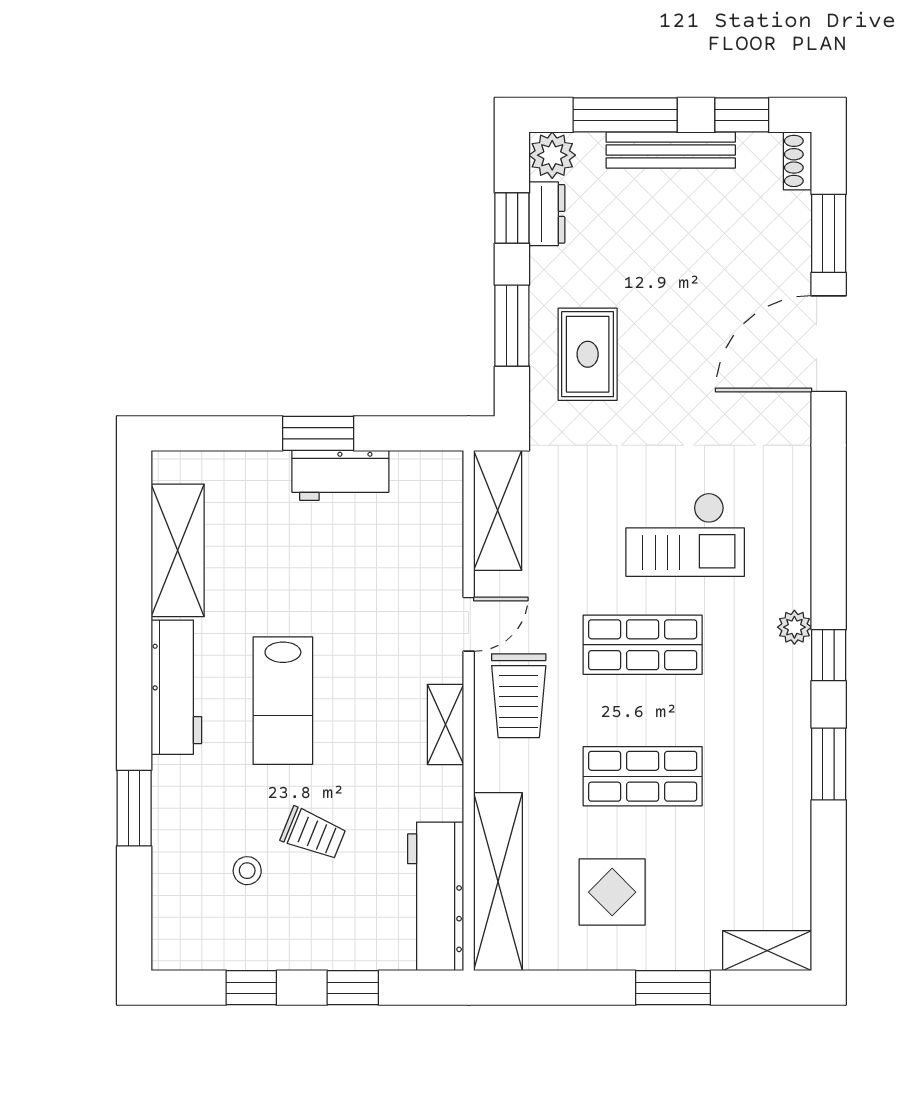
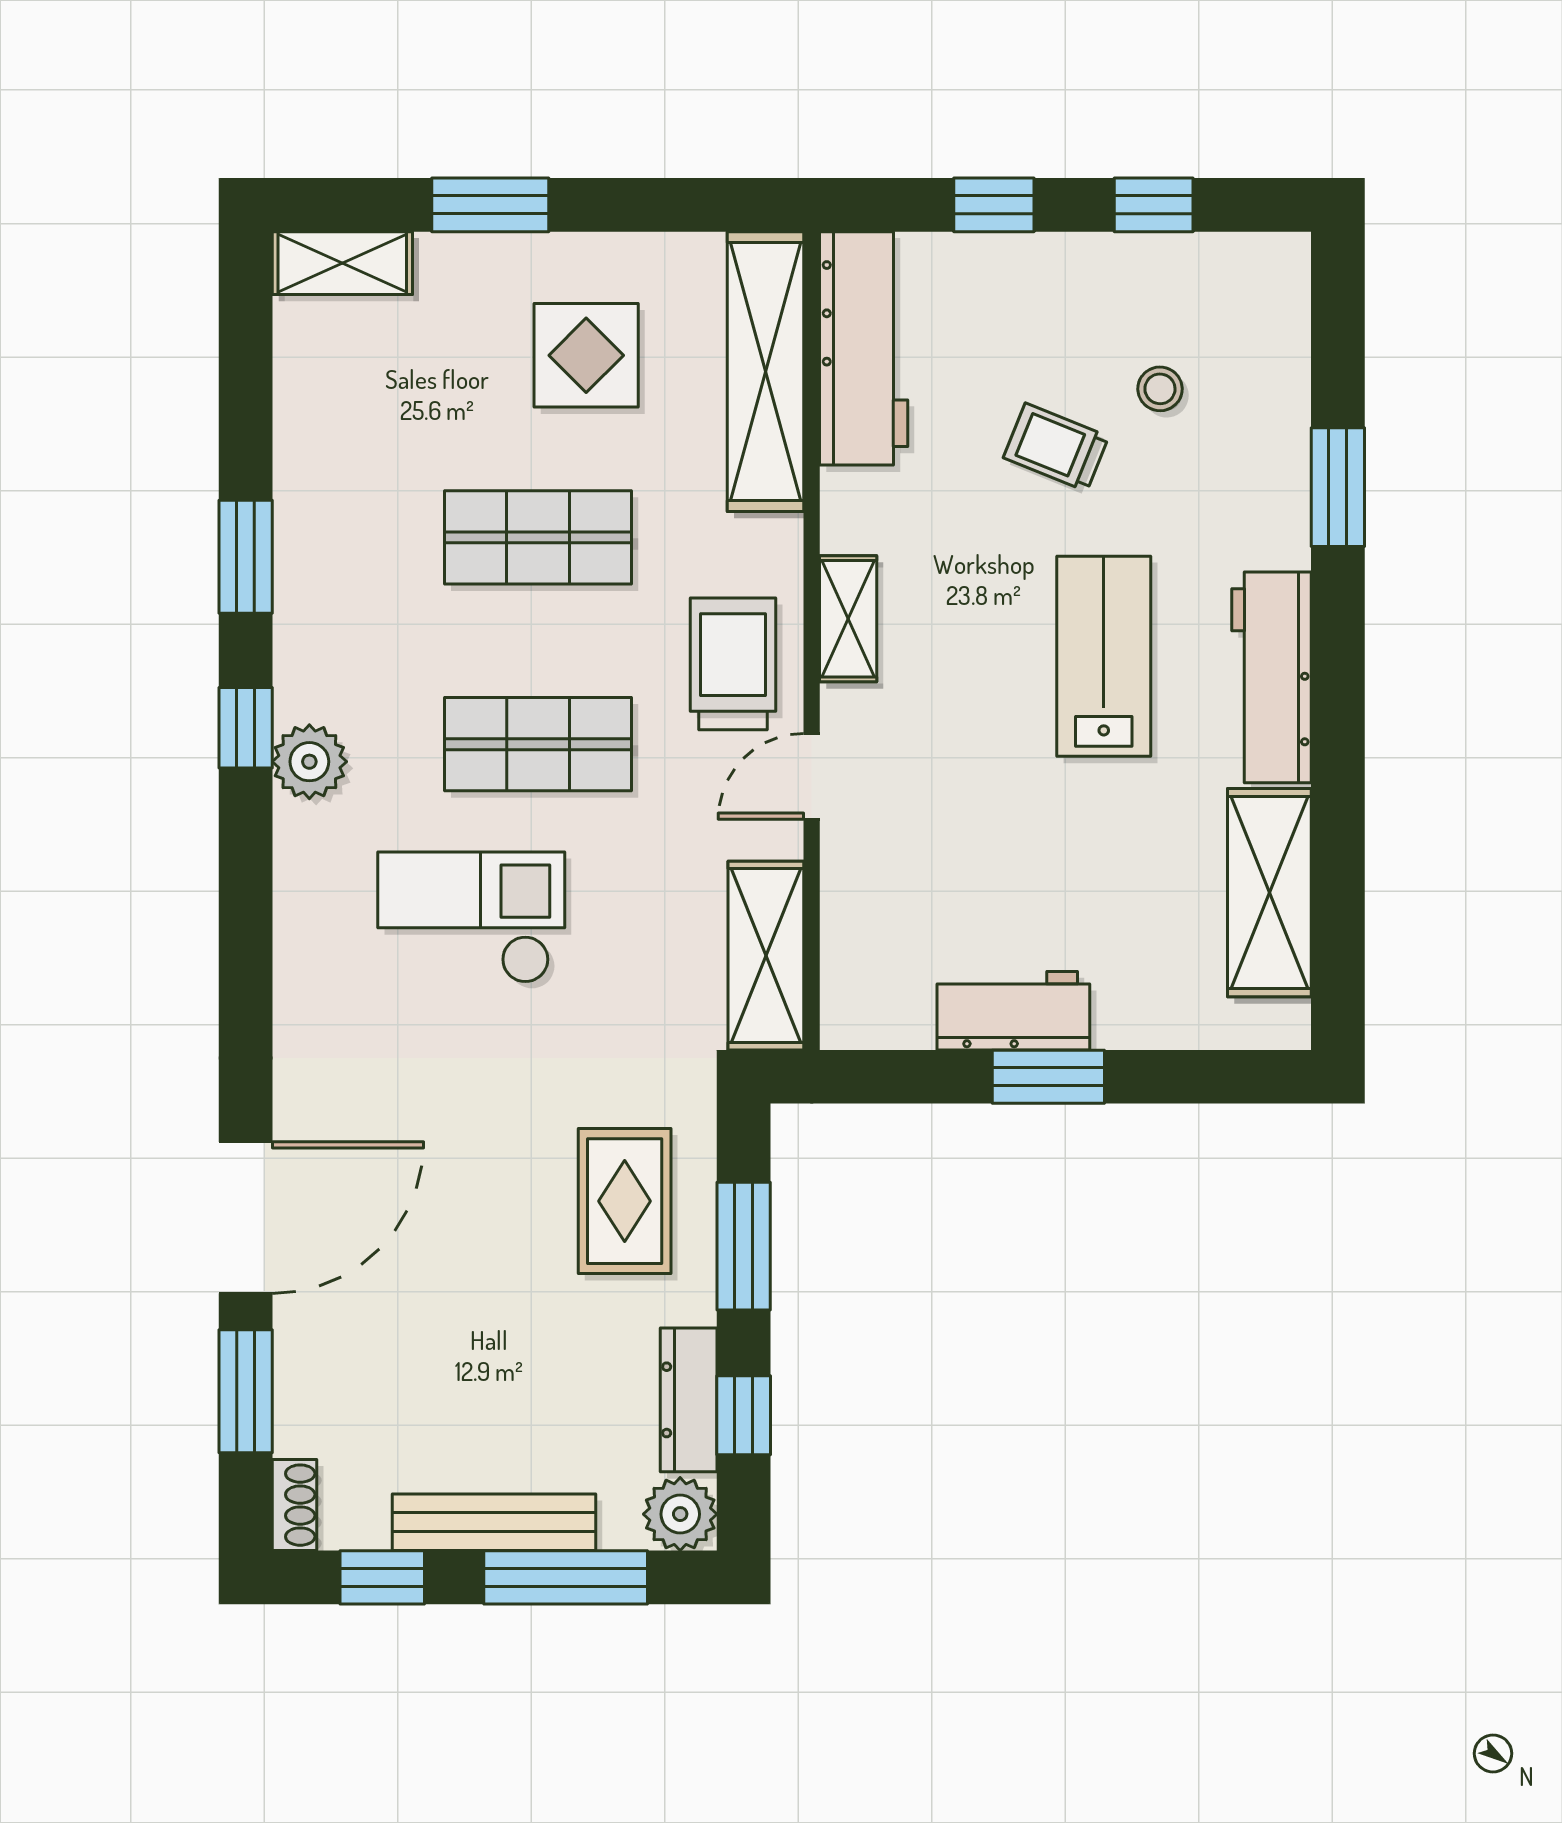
dresser: (547, 214) -> (689, 1400), width x1.44
plant: (794, 627) -> (309, 762), width x1.38, depth x1.38

